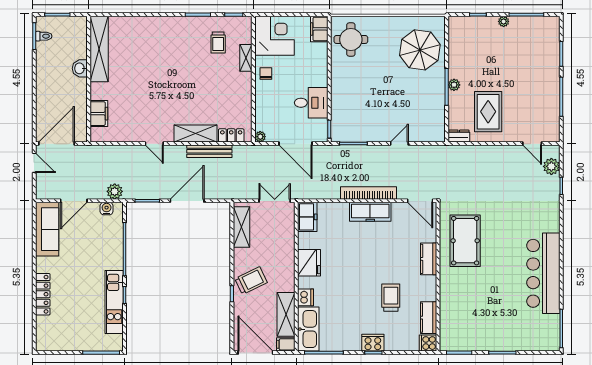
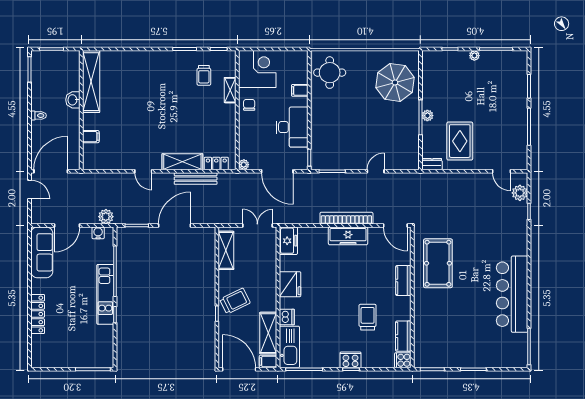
filing cabinet: (319, 29) -> (300, 90), moved, width x0.50
toilet: (44, 36) -> (39, 115), moved
desk: (311, 103) -> (292, 127), width x1.37
filing cabinet: (99, 114) -> (91, 137), width x0.50
kitchen unit: (114, 302) -> (105, 294), moved

